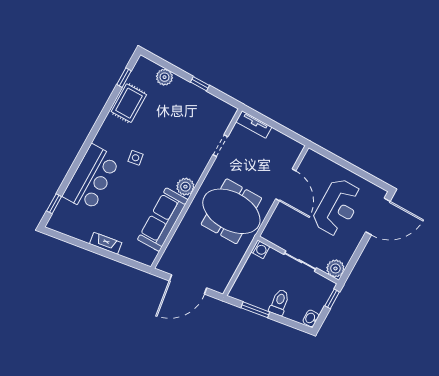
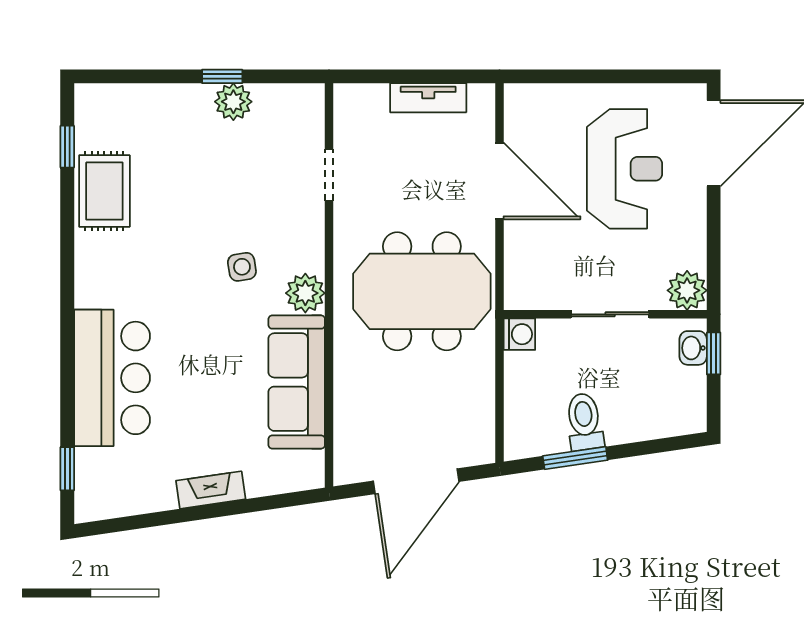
plant: (164, 77) -> (233, 102), moved
tv unit: (254, 125) -> (428, 98), moved
side table: (136, 158) -> (242, 267), moved
toilet: (279, 302) -> (584, 422), moved
washbasin: (311, 318) -> (693, 348), moved

